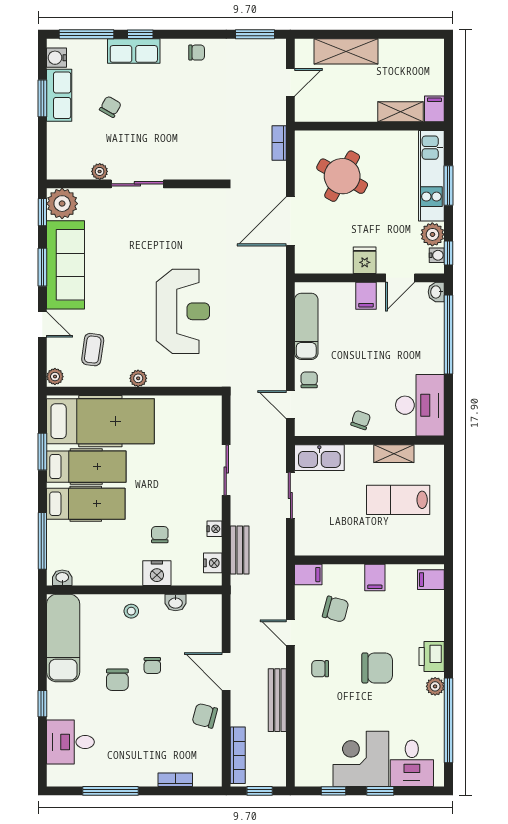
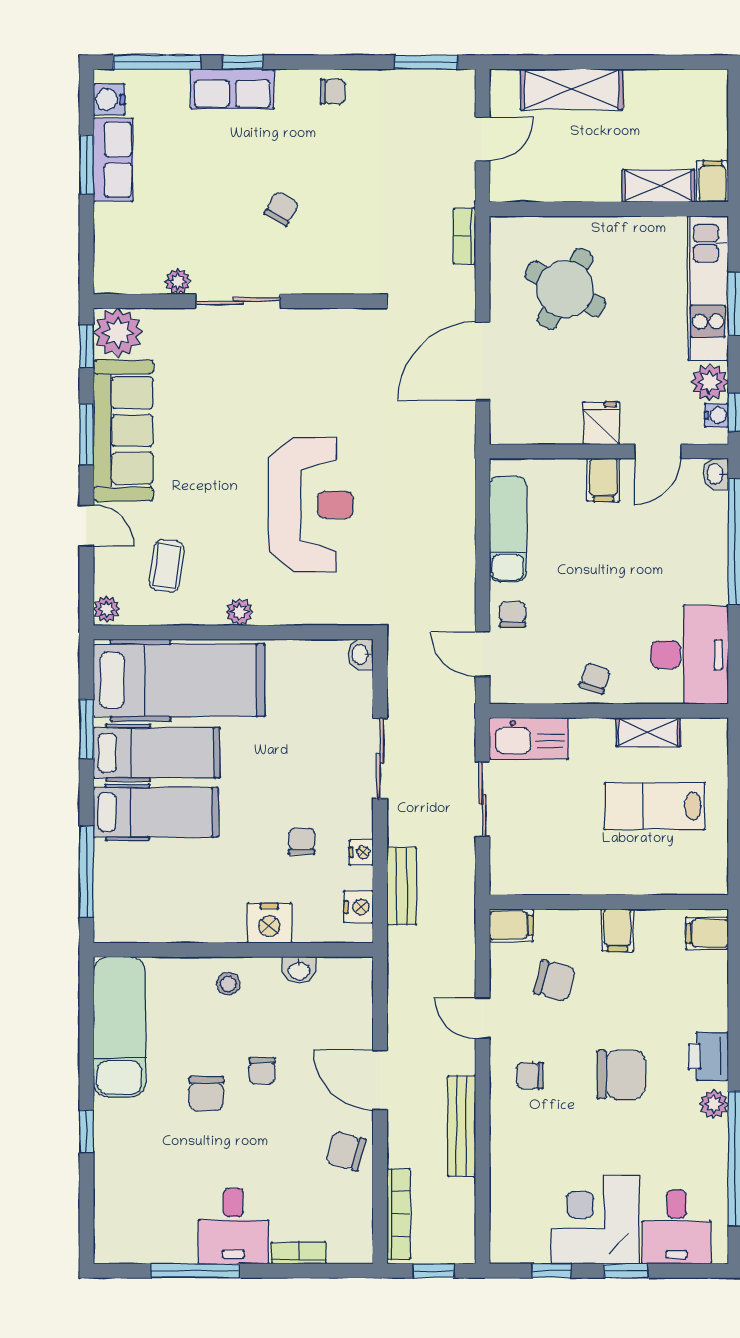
chair: (110, 107) -> (282, 209), moved
chair: (160, 535) -> (302, 841), moved
washbasin: (62, 578) -> (361, 655), moved, turned -90
desk: (70, 742) -> (233, 1226), moved, turned -90

